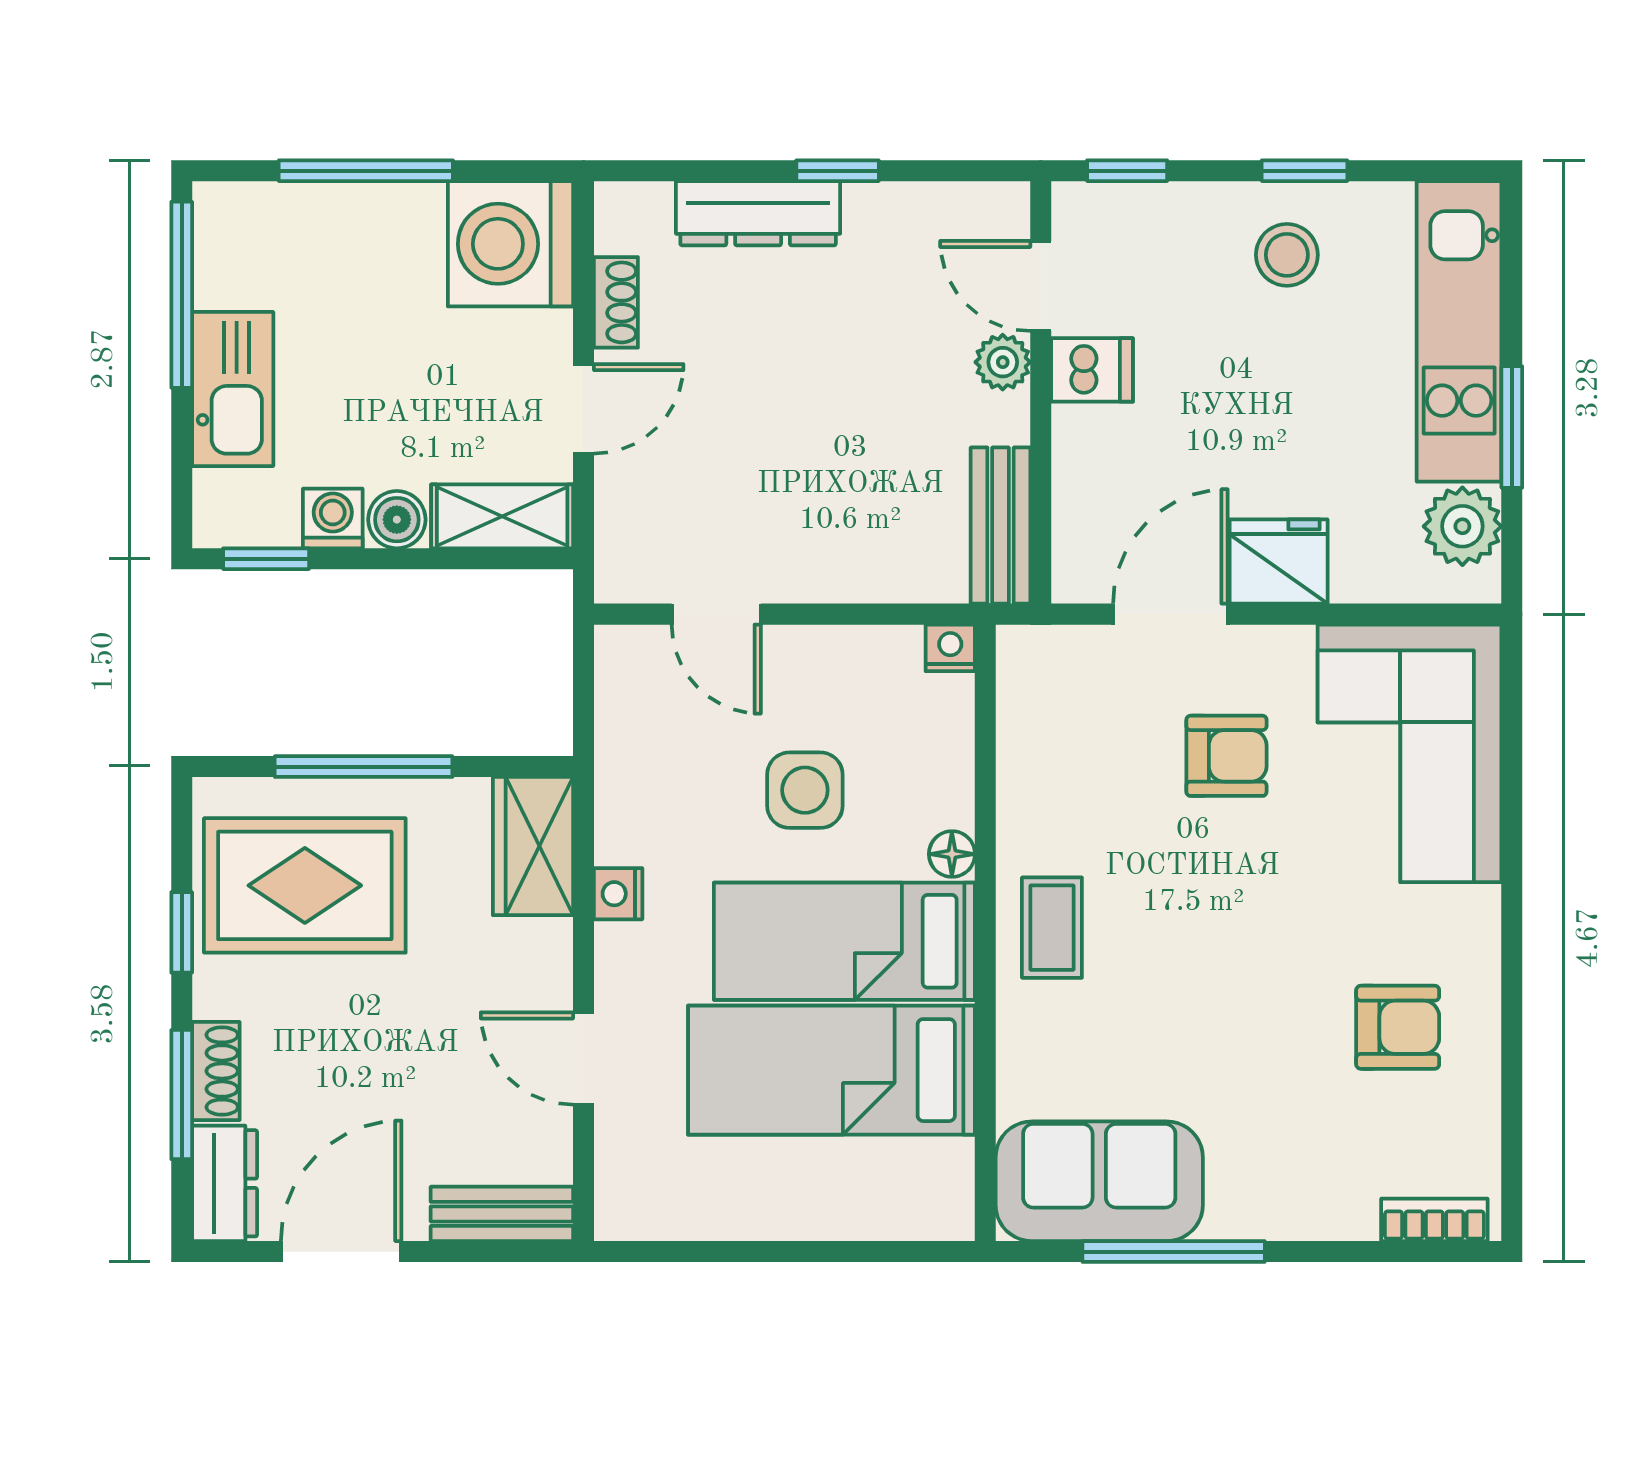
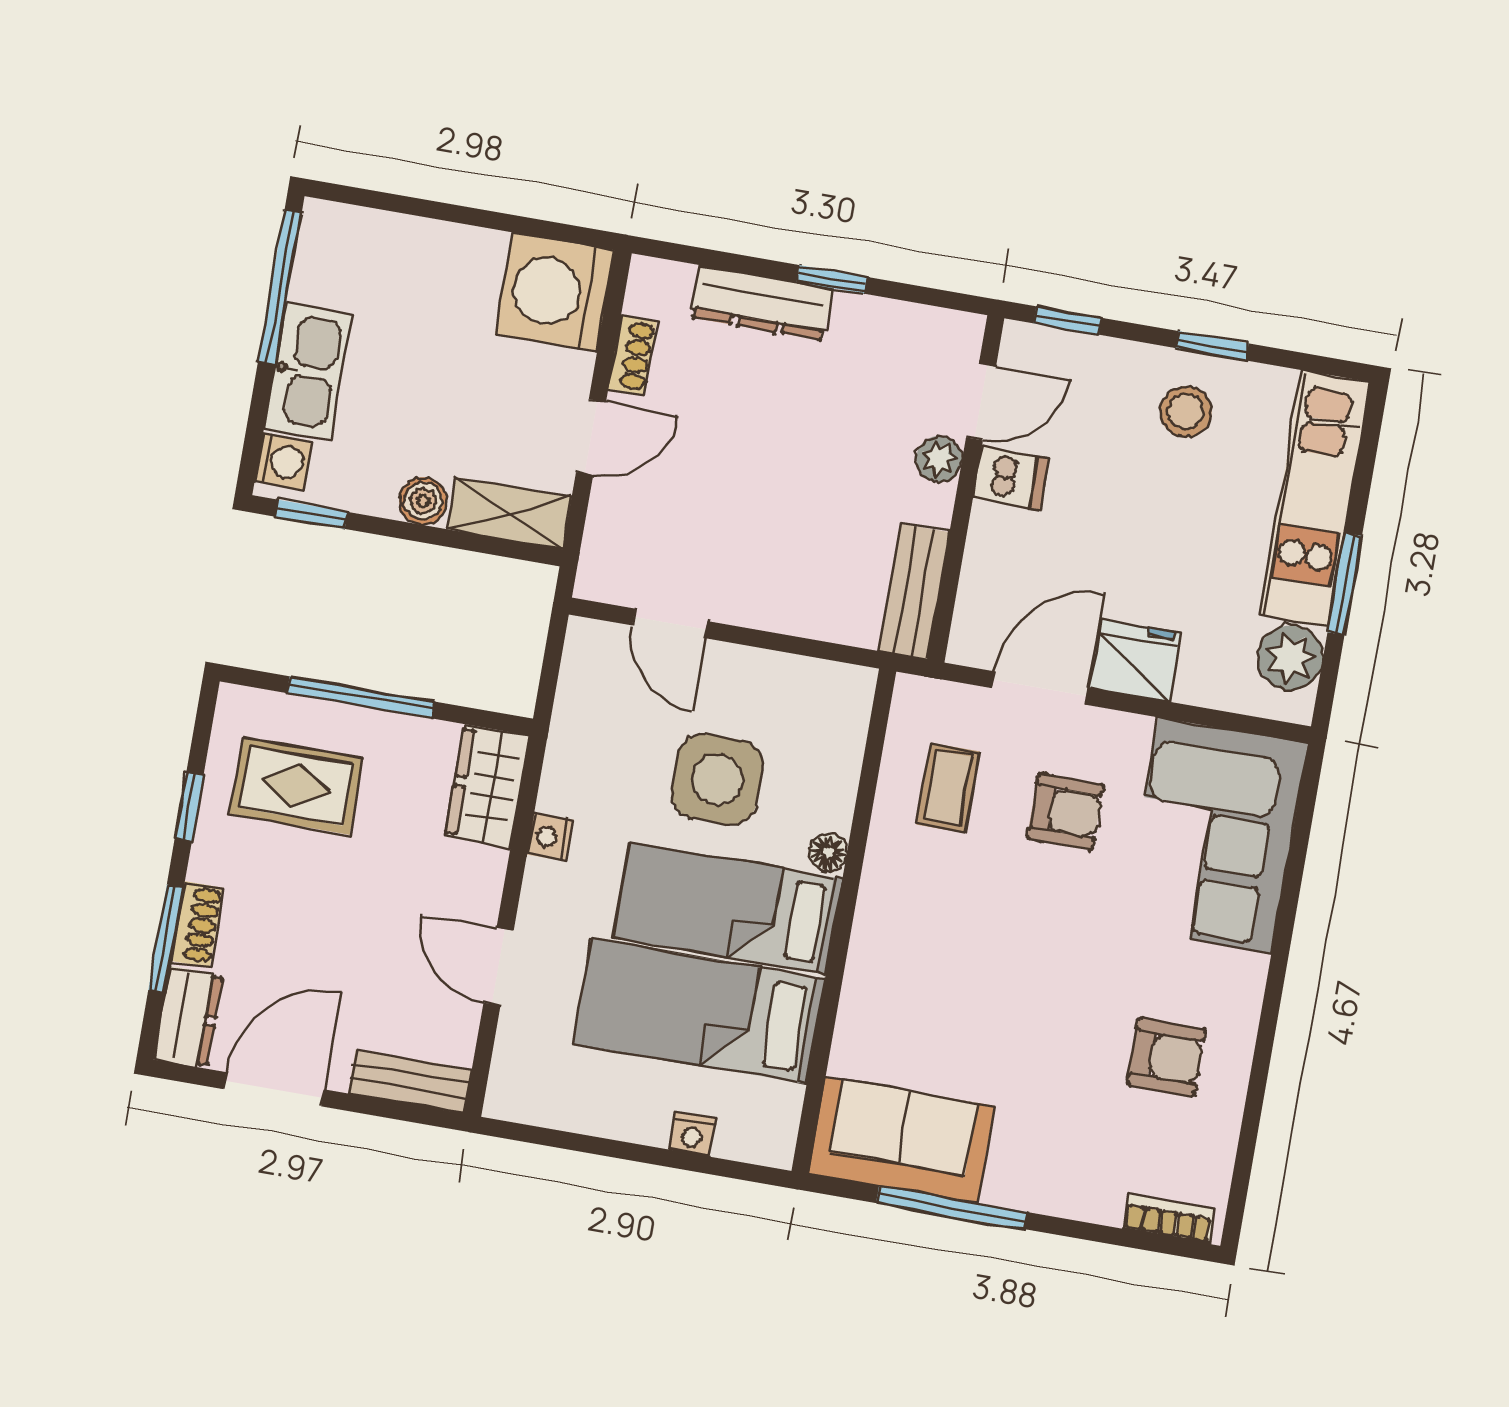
window: (366, 171) -> (447, 212), removed
door: (1041, 286) -> (981, 402), swing flipped
washing machine: (333, 518) -> (283, 461), moved, turned 90
nightstand: (950, 648) -> (692, 1134), moved, turned 180
side table: (805, 790) -> (717, 779), width x1.37, depth x1.37
rug: (305, 885) -> (296, 786), width x0.73, depth x0.70
coffee table: (1052, 928) -> (948, 788), moved

